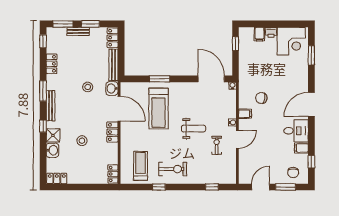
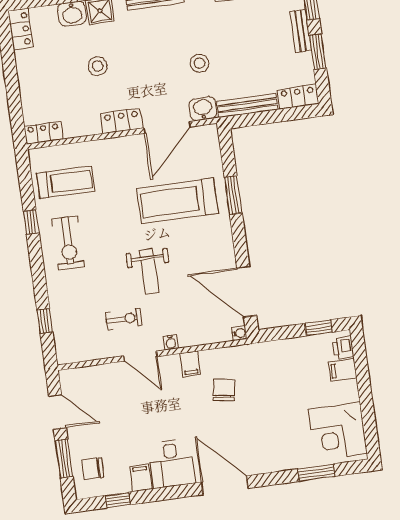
printer: (271, 32) -> (343, 348), moved
door: (211, 79) -> (247, 292), swing flipped

